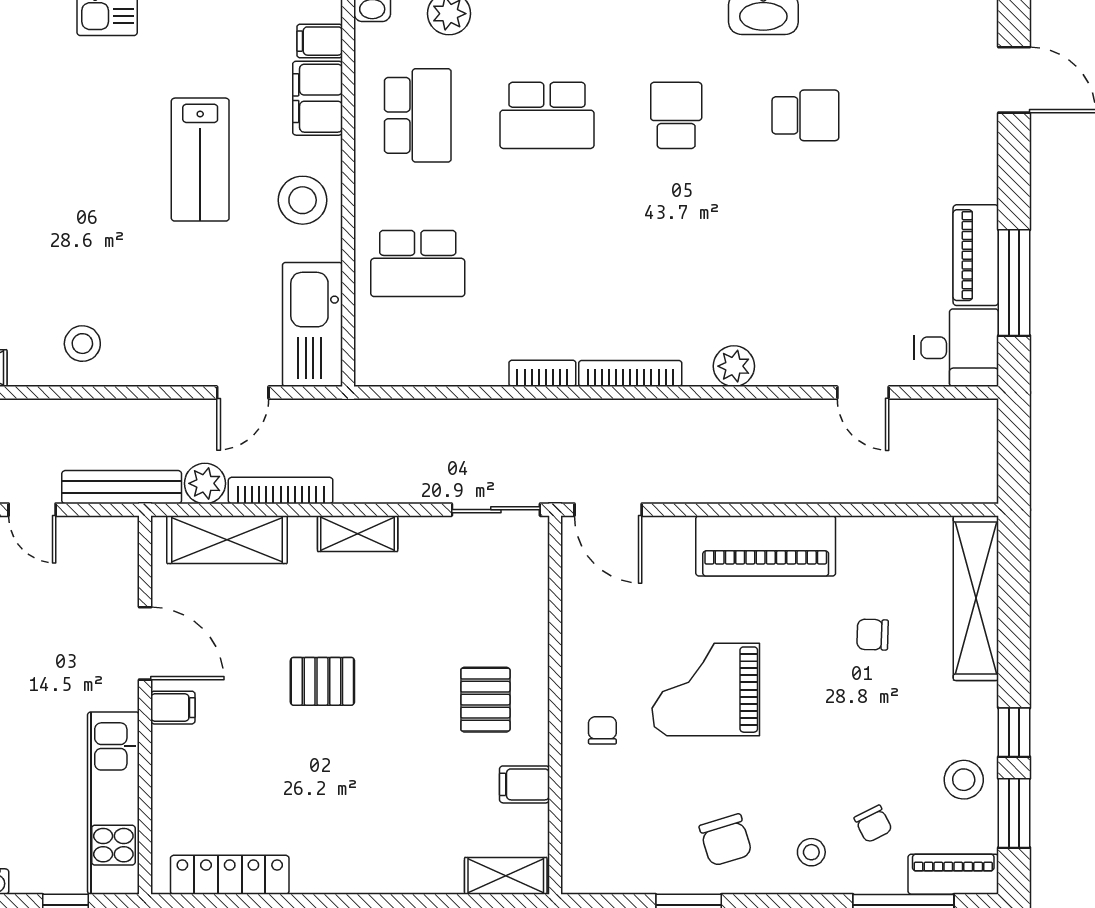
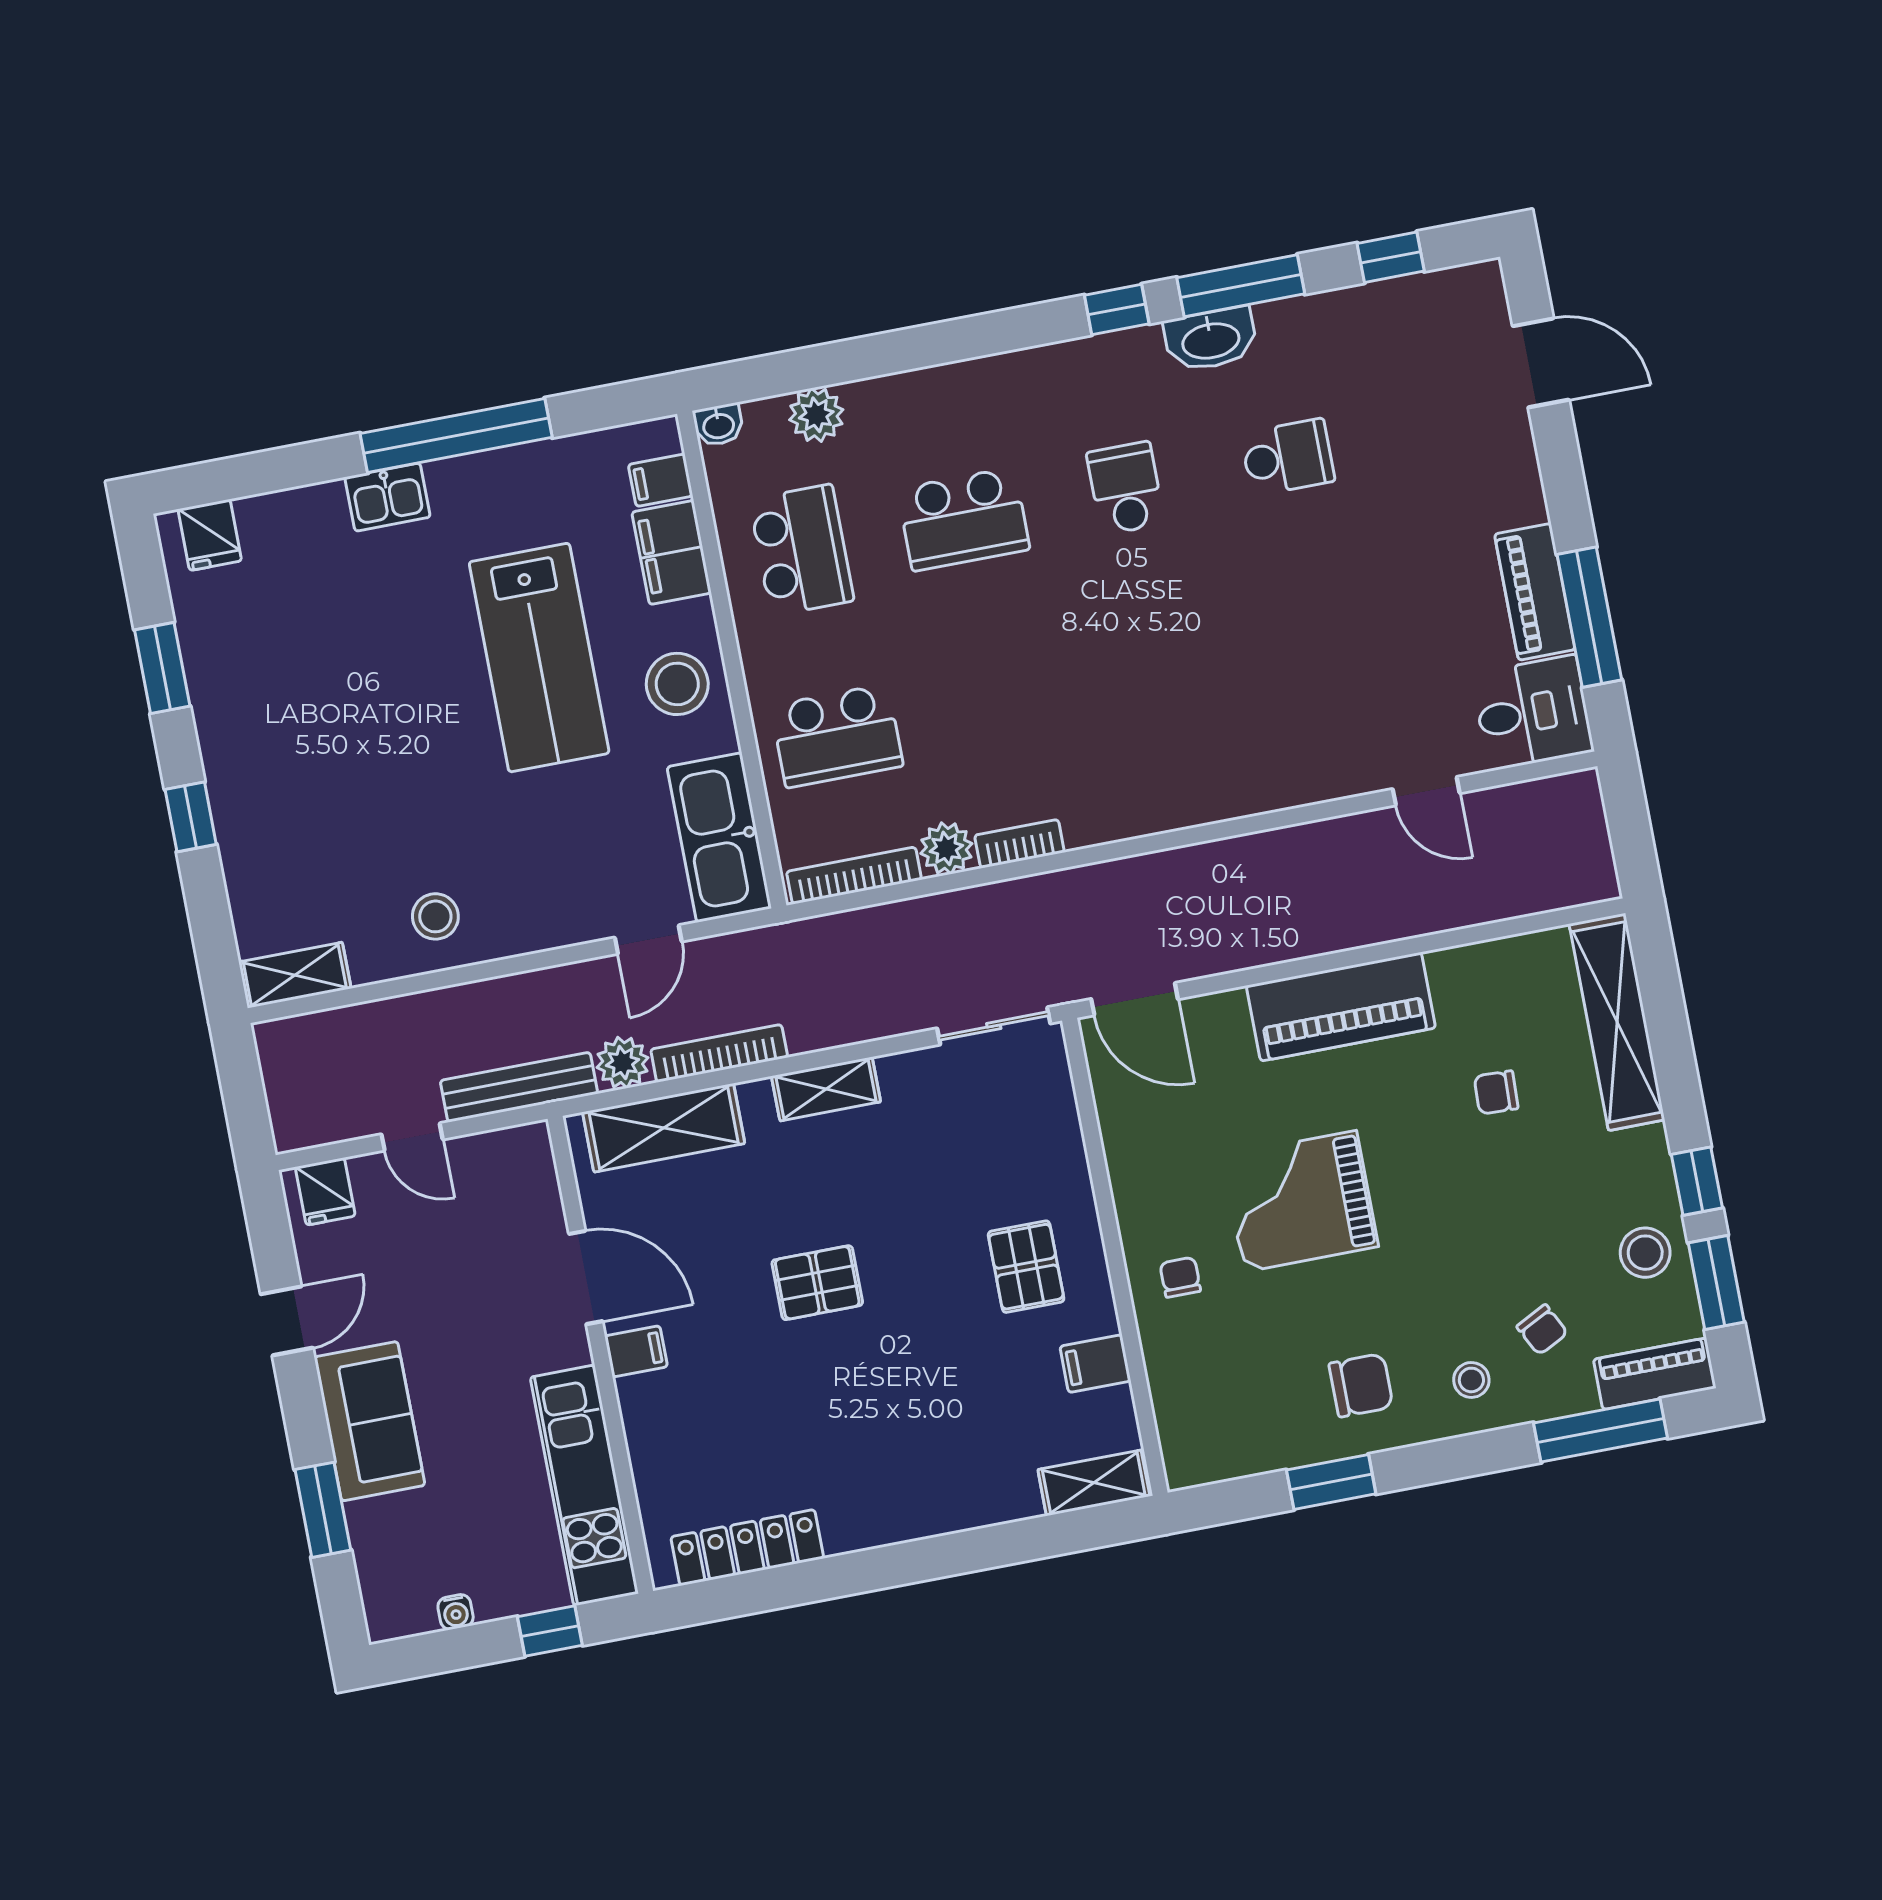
lab bench: (200, 160) -> (539, 658), width x1.36, depth x1.39
plant: (734, 366) -> (946, 848), moved
bookcase: (630, 374) -> (854, 876), moved
chair: (726, 840) -> (1361, 1385), turned -73

